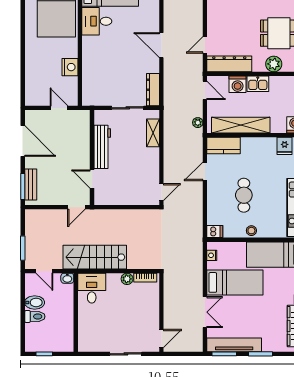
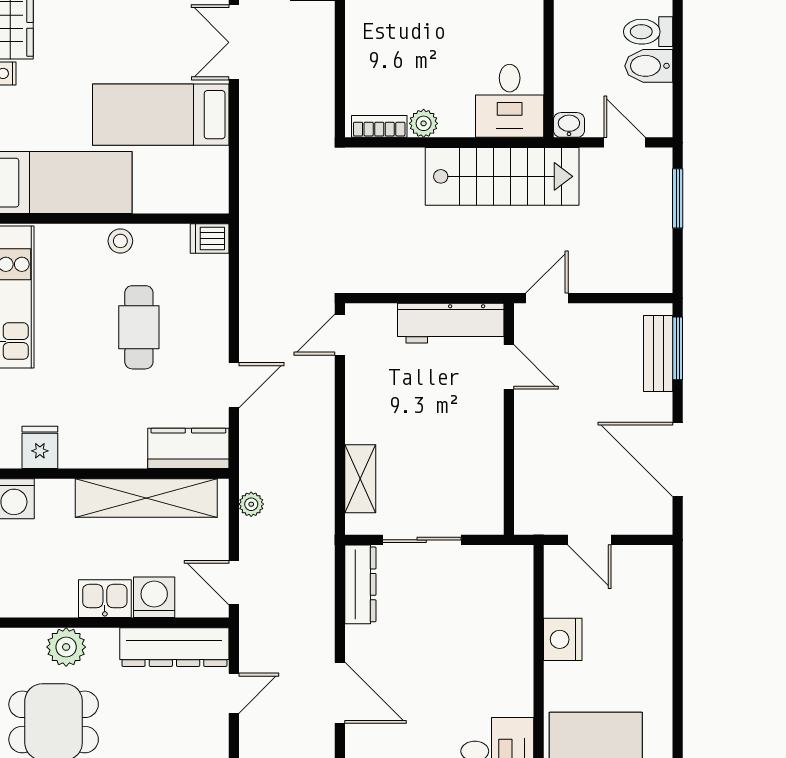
workbench: (102, 147) -> (451, 323), moved, turned -90
nightstand: (212, 255) -> (217, 181), removed

